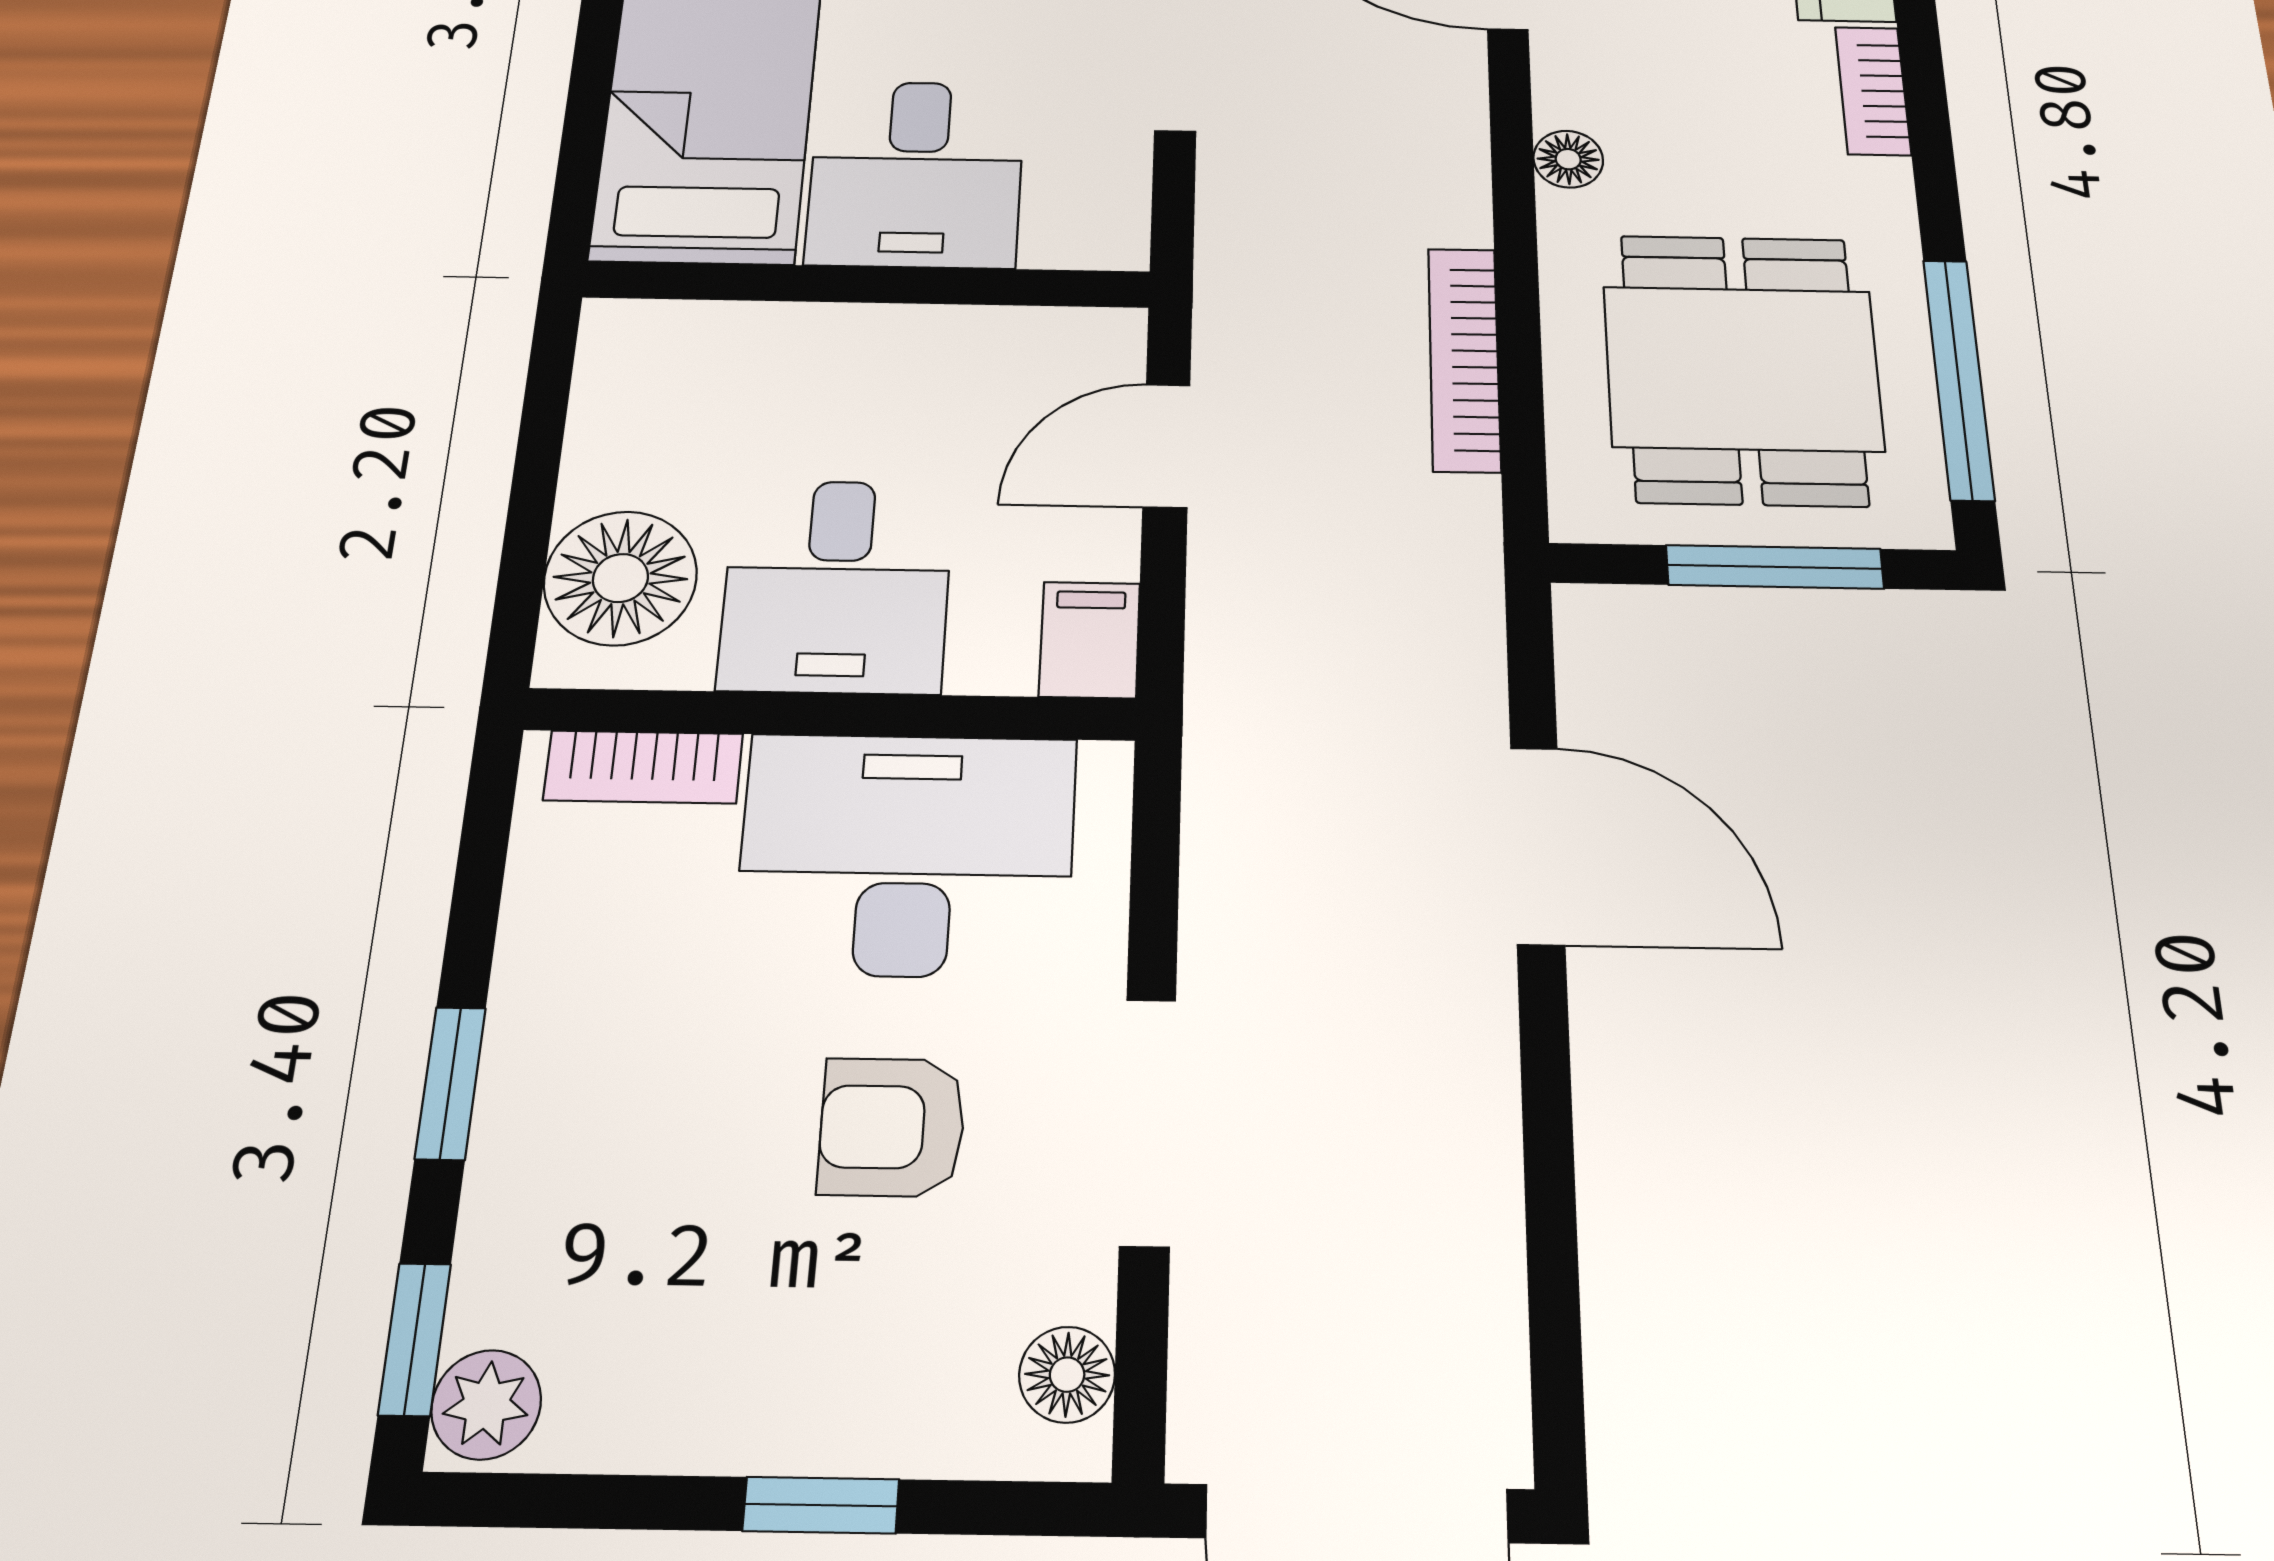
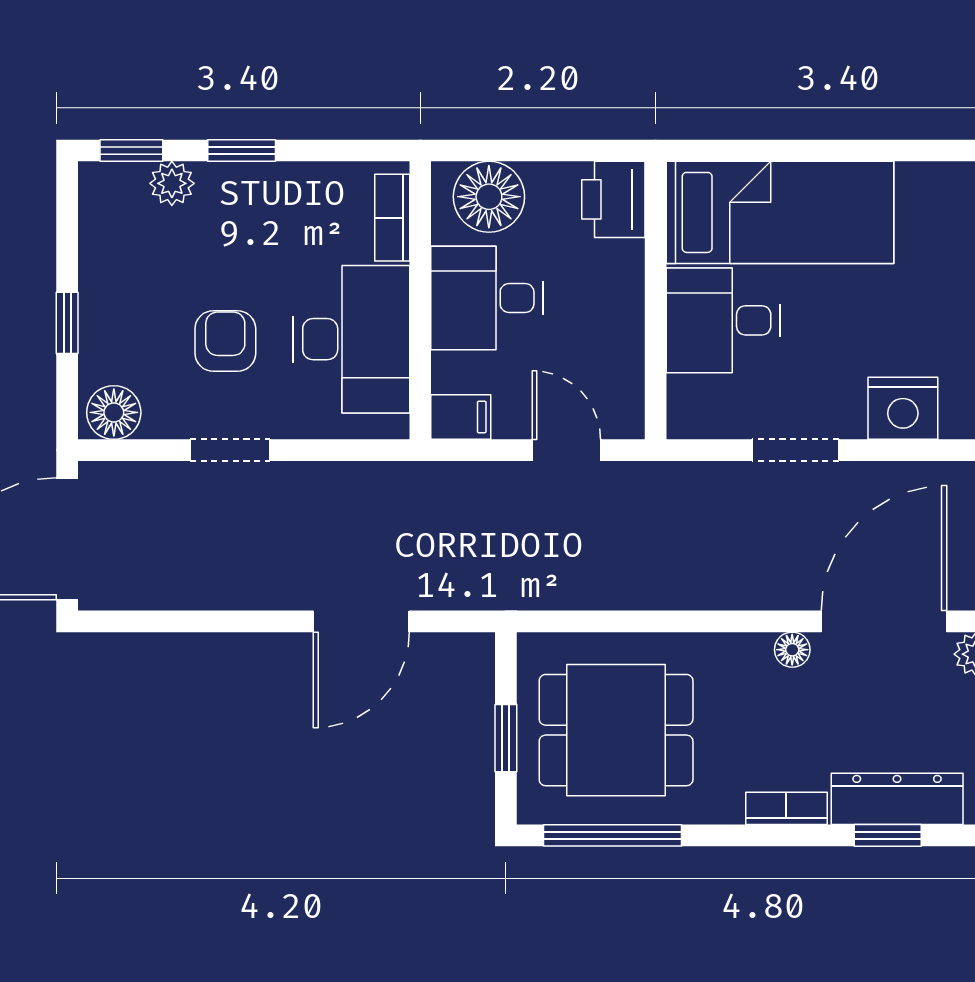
floor lamp: (1568, 159) -> (792, 650), moved
printer: (653, 353) -> (613, 199), added
bookcase: (1464, 359) -> (619, 594), removed
window: (1775, 567) -> (506, 738), width x0.67
doorway: (1148, 1121) -> (230, 450), width x0.73
floor lamp: (1067, 1375) -> (114, 412), width x1.37, depth x1.37
plant: (486, 1405) -> (172, 183), moved

